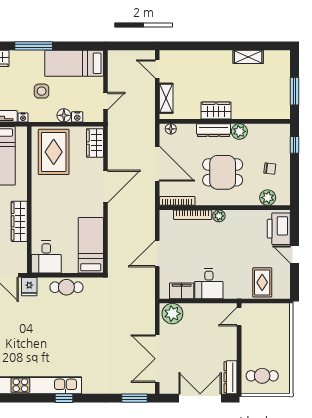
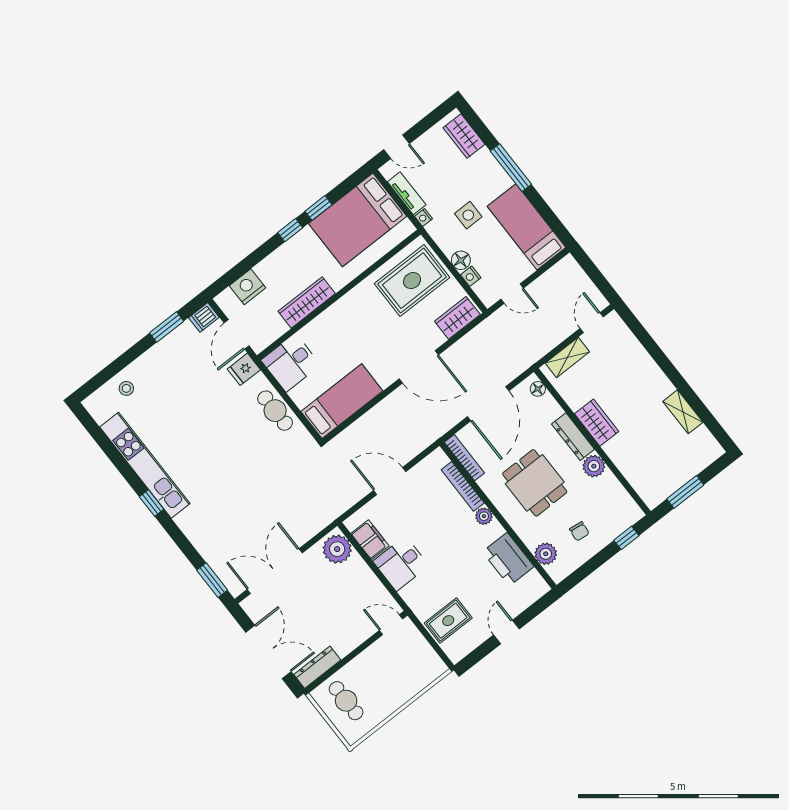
printer: (279, 229) -> (508, 559), moved, turned -90

